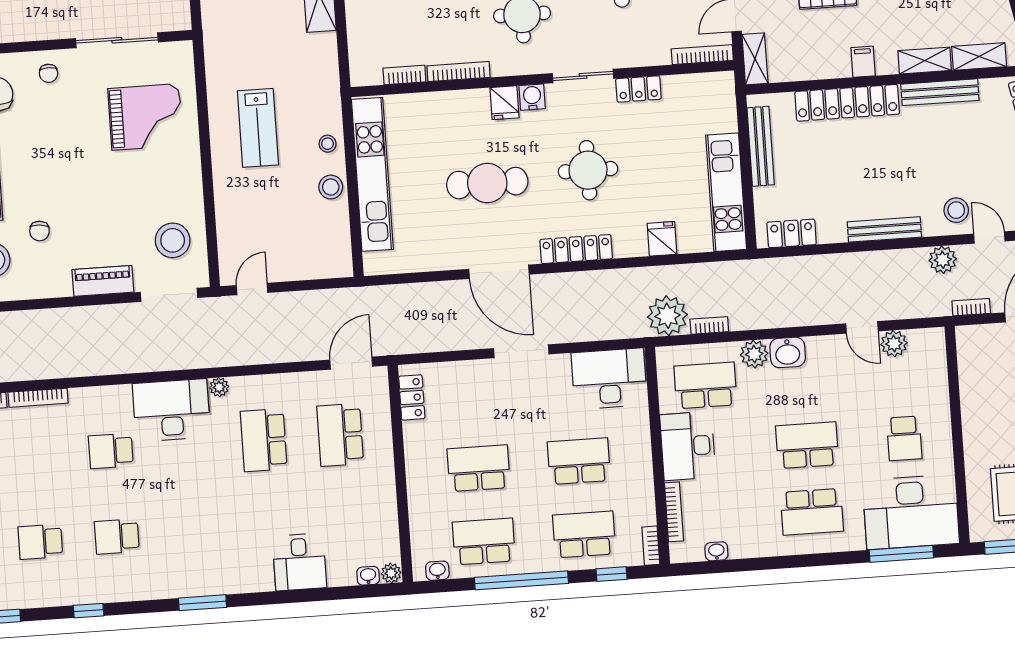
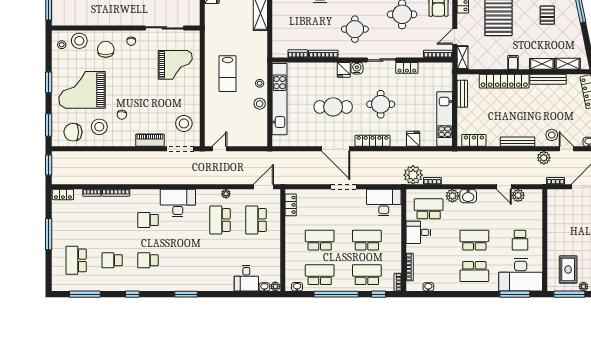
bench: (761, 146) -> (462, 94), width x0.73
plant: (219, 387) -> (226, 194), moved
desk: (688, 446) -> (418, 232), width x0.73
desk: (300, 562) -> (246, 278), moved

